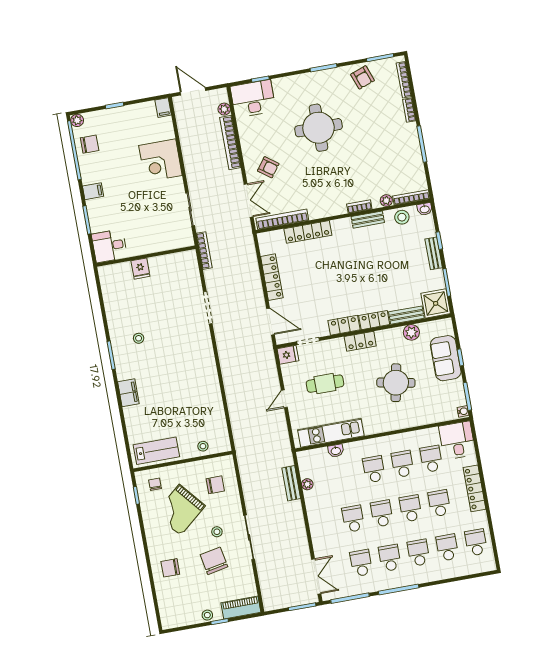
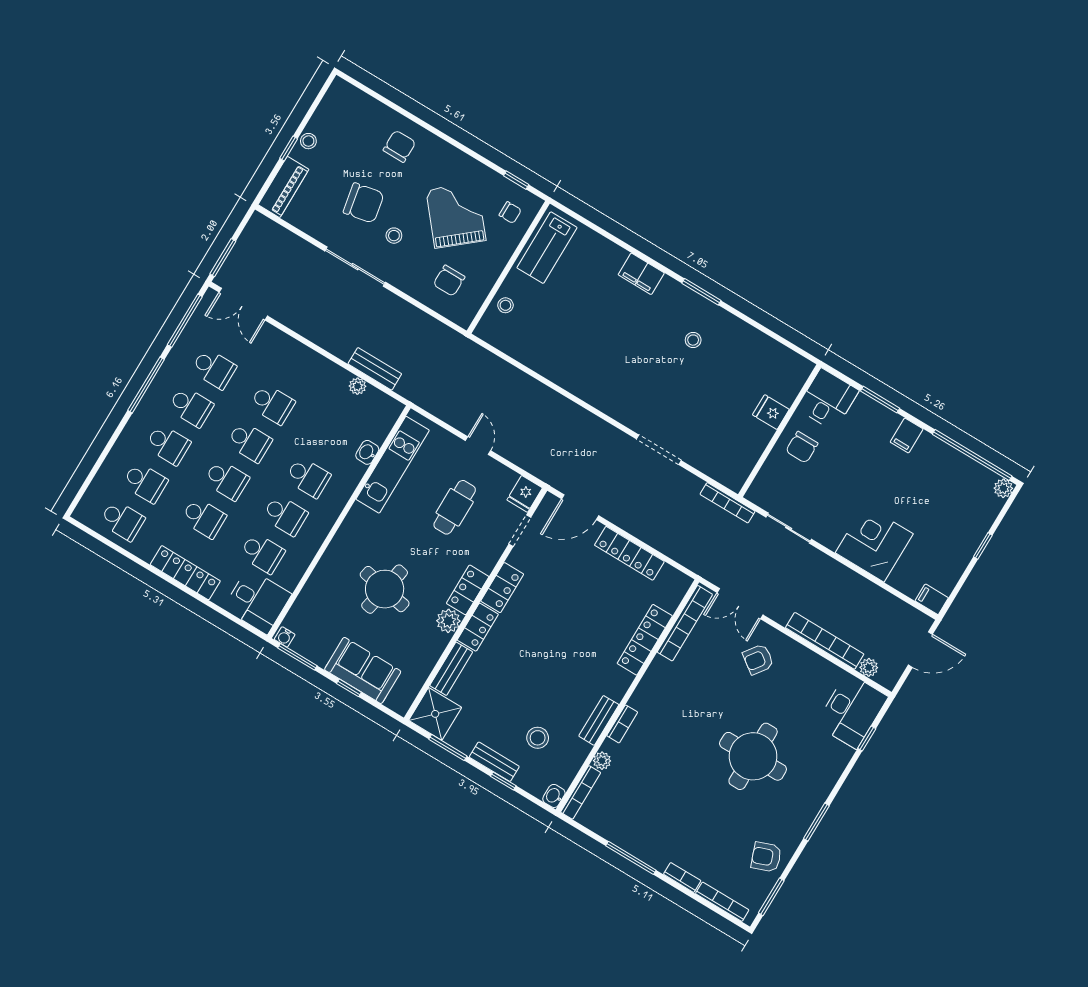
chair: (90, 144) -> (802, 447), moved
stool: (402, 217) -> (538, 738), moved
plant: (411, 332) -> (448, 621), moved

